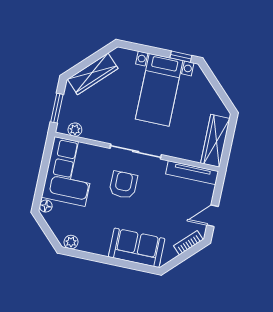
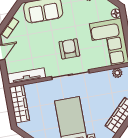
armchair: (123, 185) -> (69, 49), turned 180

